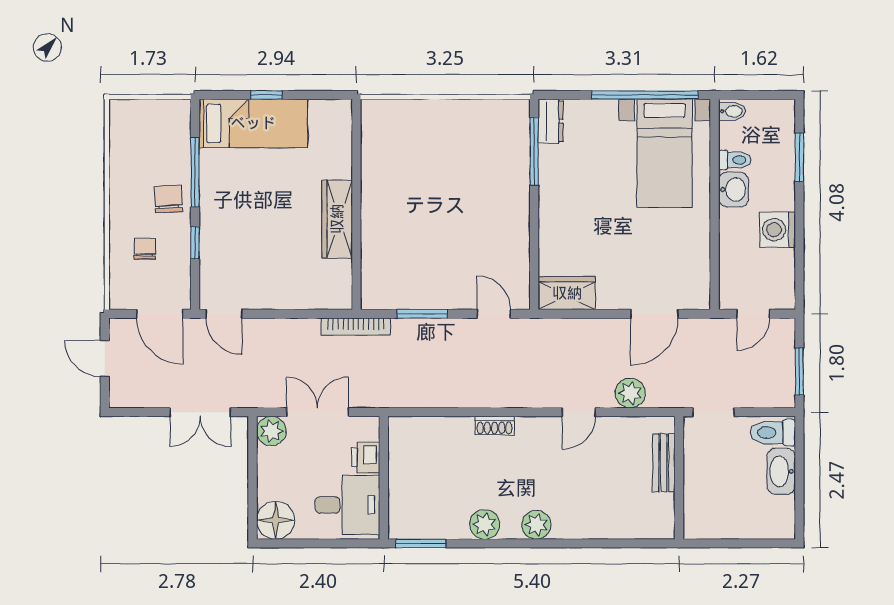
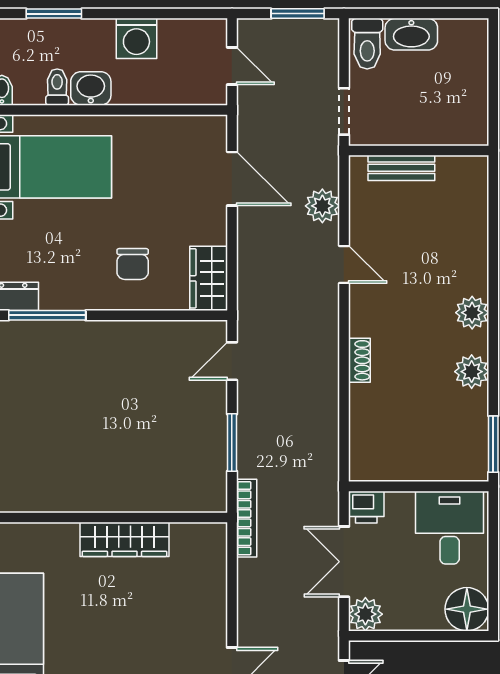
chair: (579, 226) -> (133, 264), added
printer: (366, 457) -> (366, 507), moved

